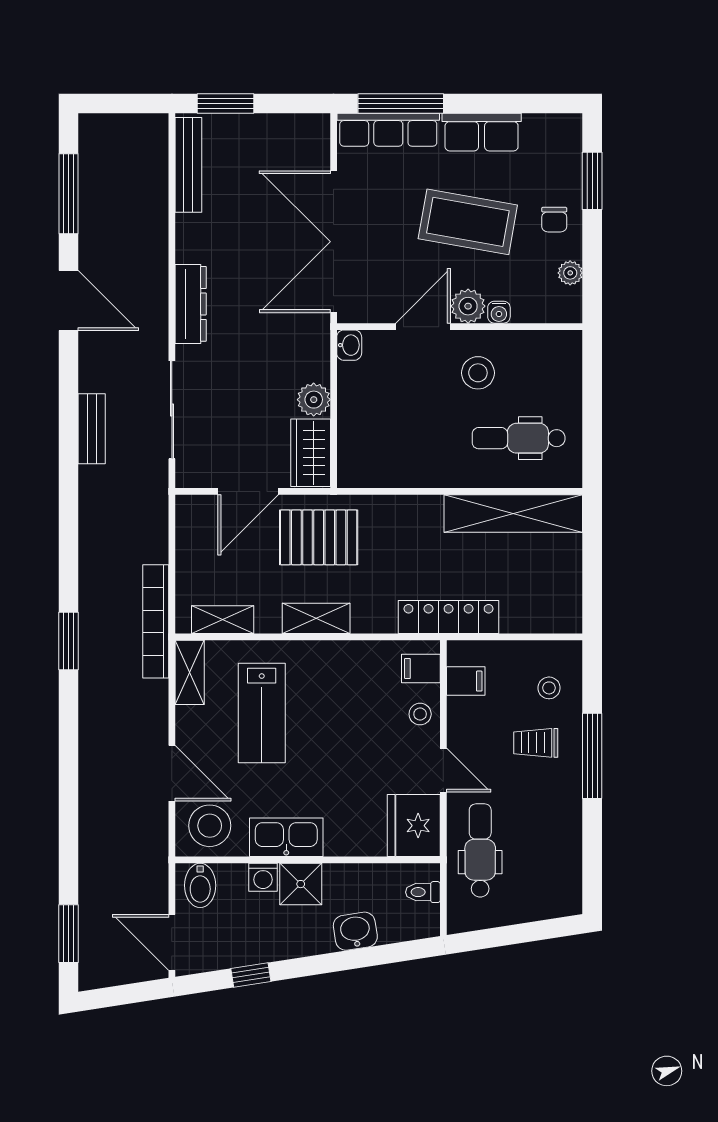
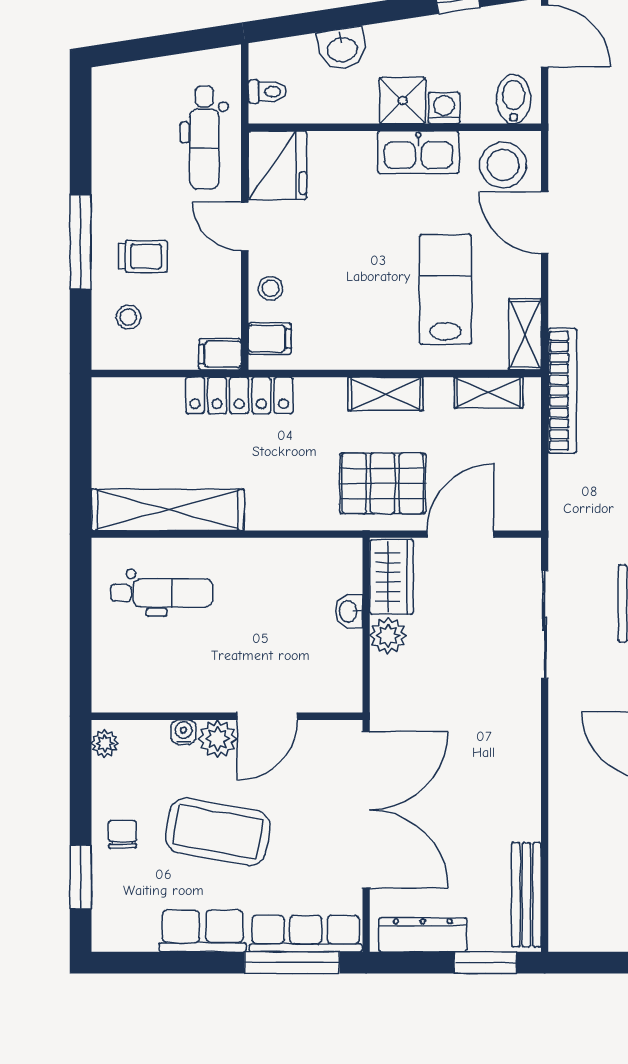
plant: (570, 273) -> (105, 743), moved
dresser: (191, 304) -> (423, 935), moved, turned 90
washbasin: (349, 345) -> (349, 611), moved
stool: (478, 373) -> (207, 665), removed
filing cabinet: (466, 681) -> (220, 354), moved

